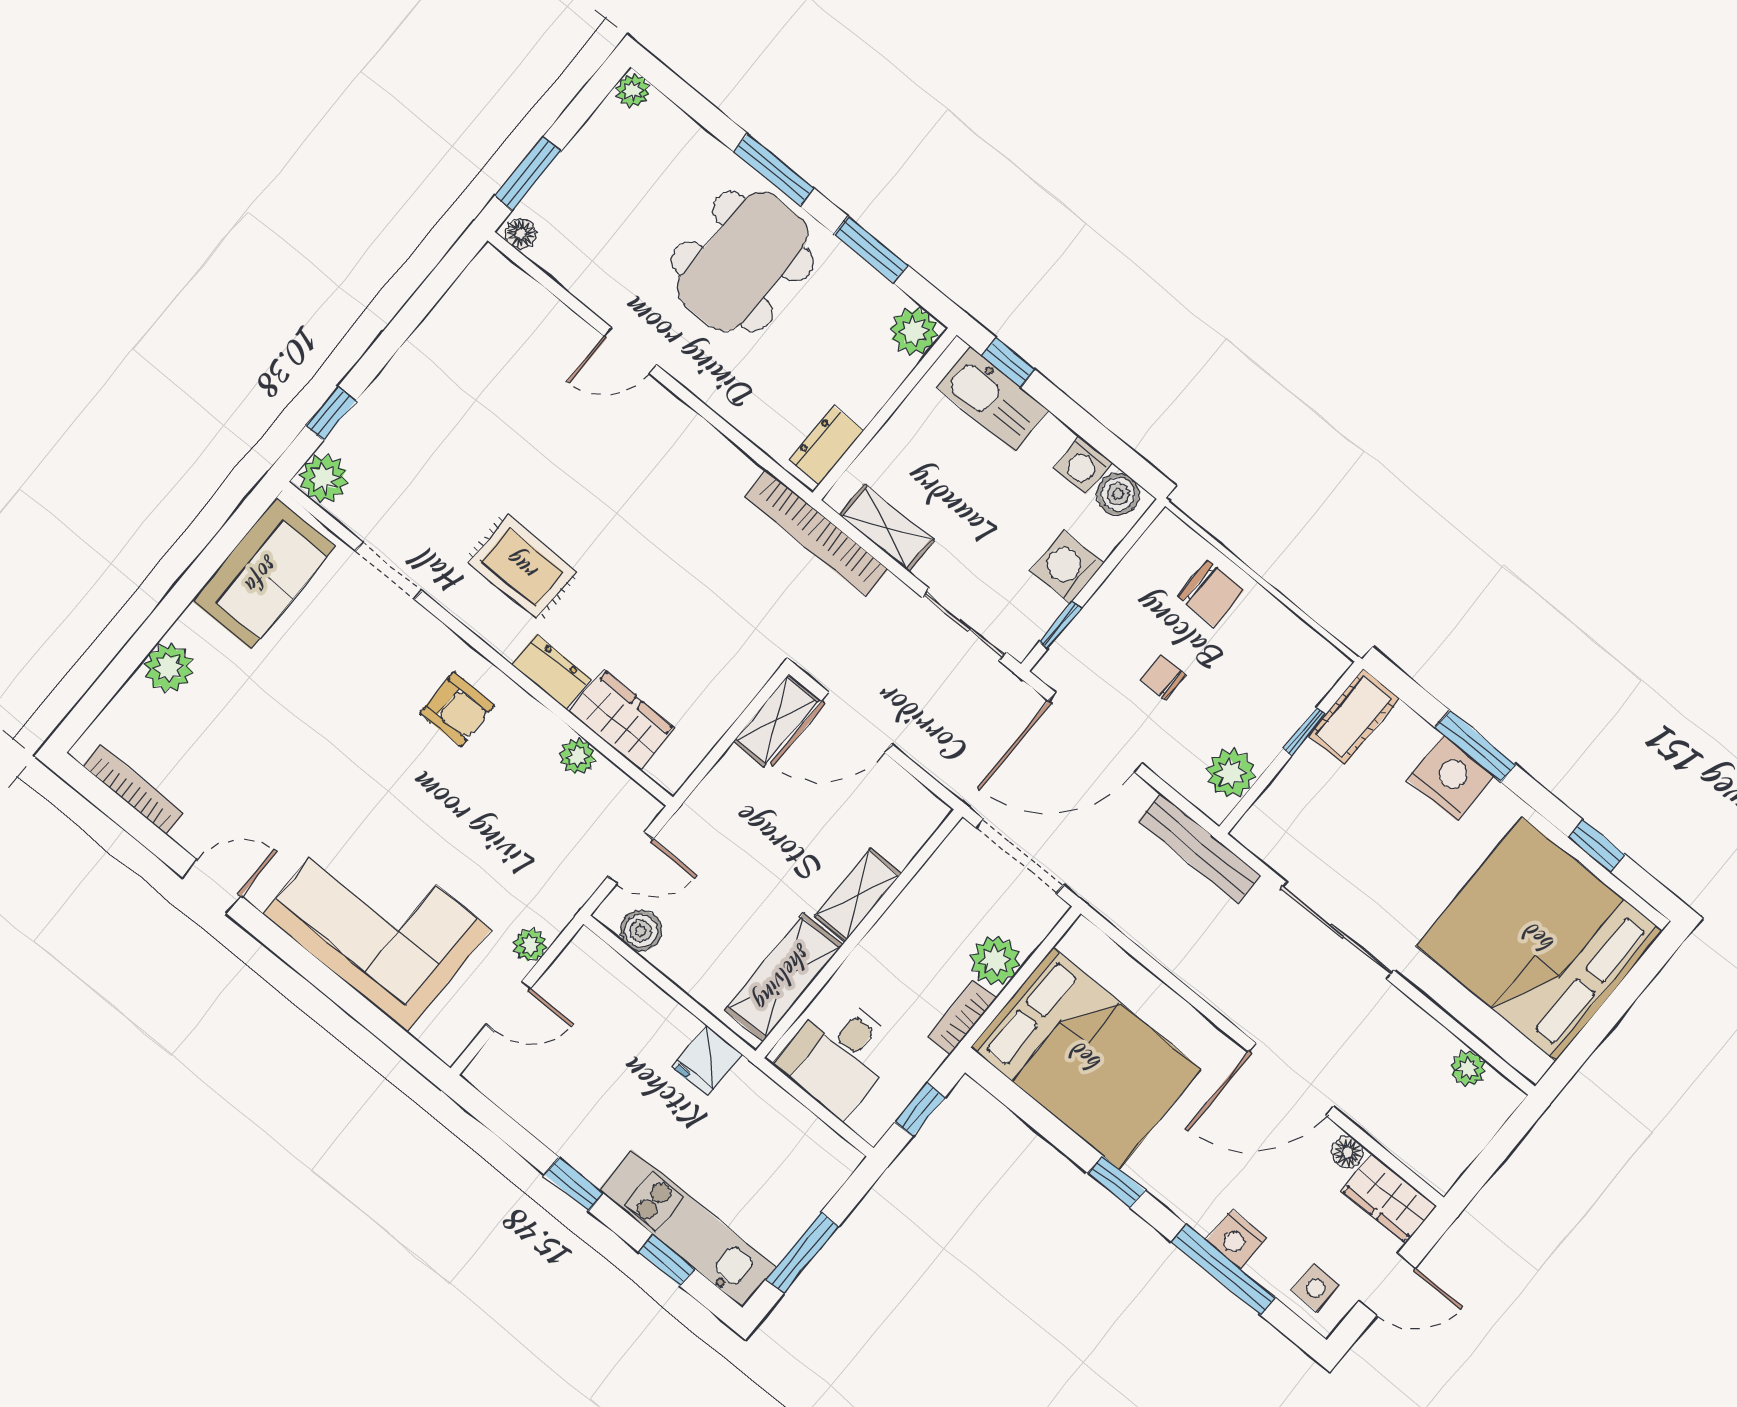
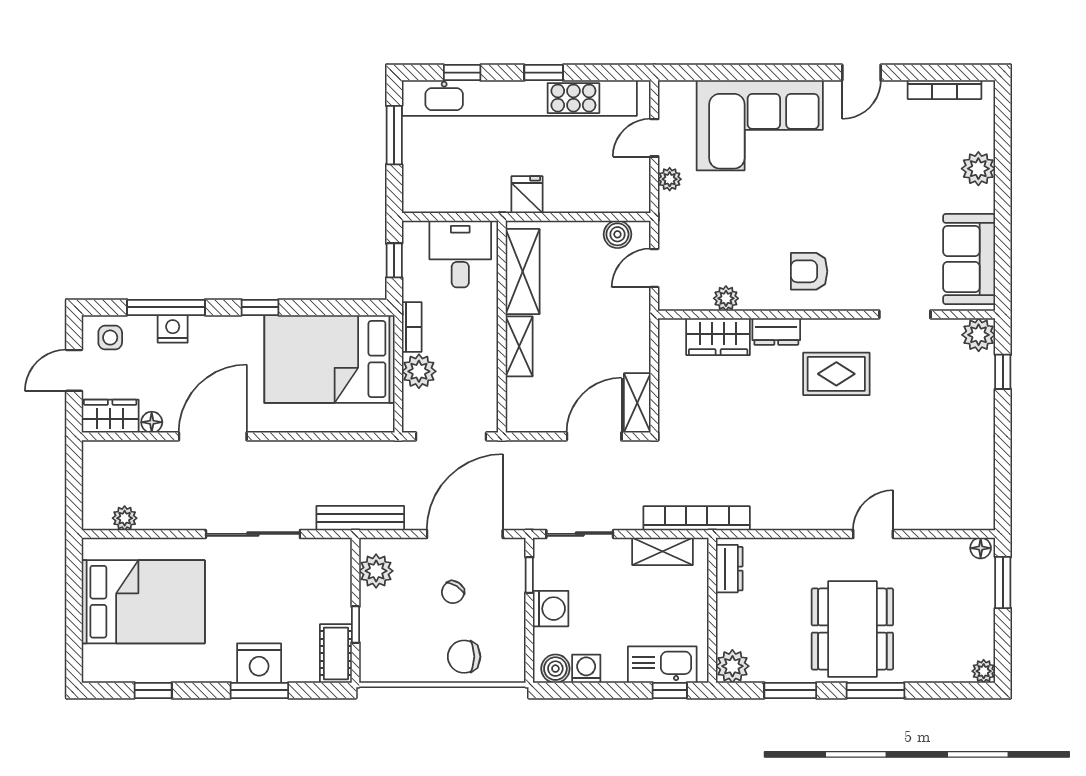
chair: (1163, 677) -> (453, 592), turned 123
bed: (1539, 939) -> (143, 602), width x0.73
kitchen unit: (687, 1229) -> (519, 98), width x1.86

